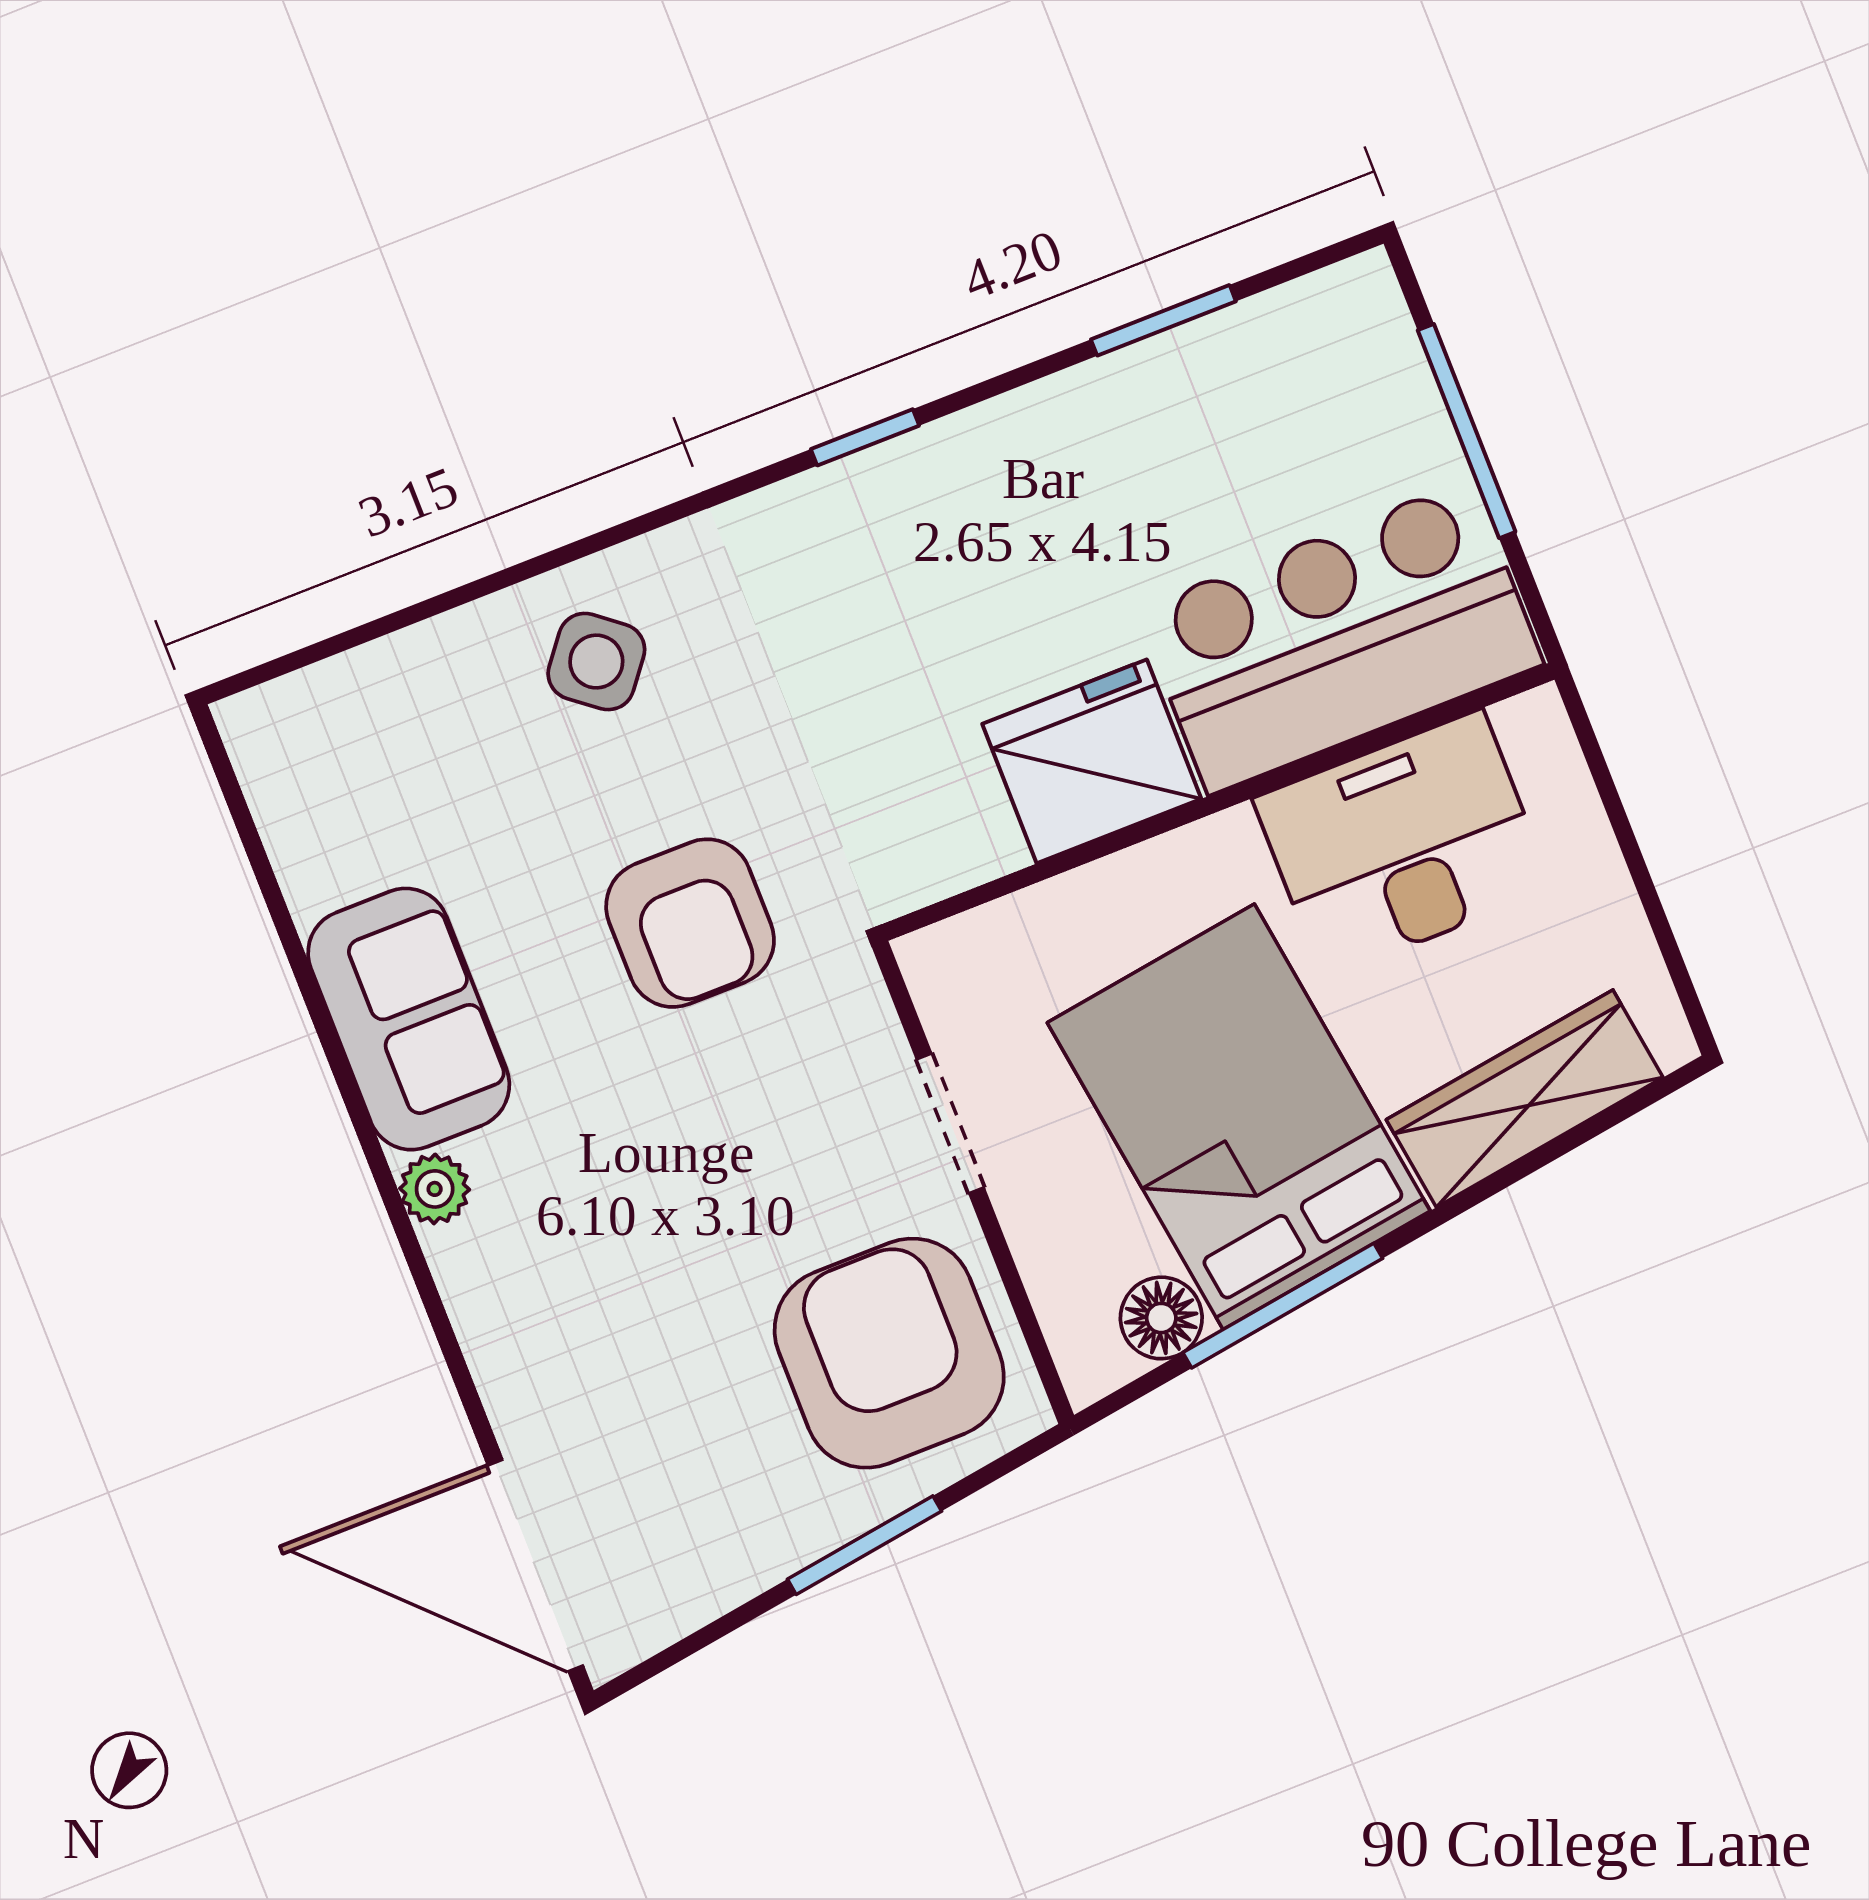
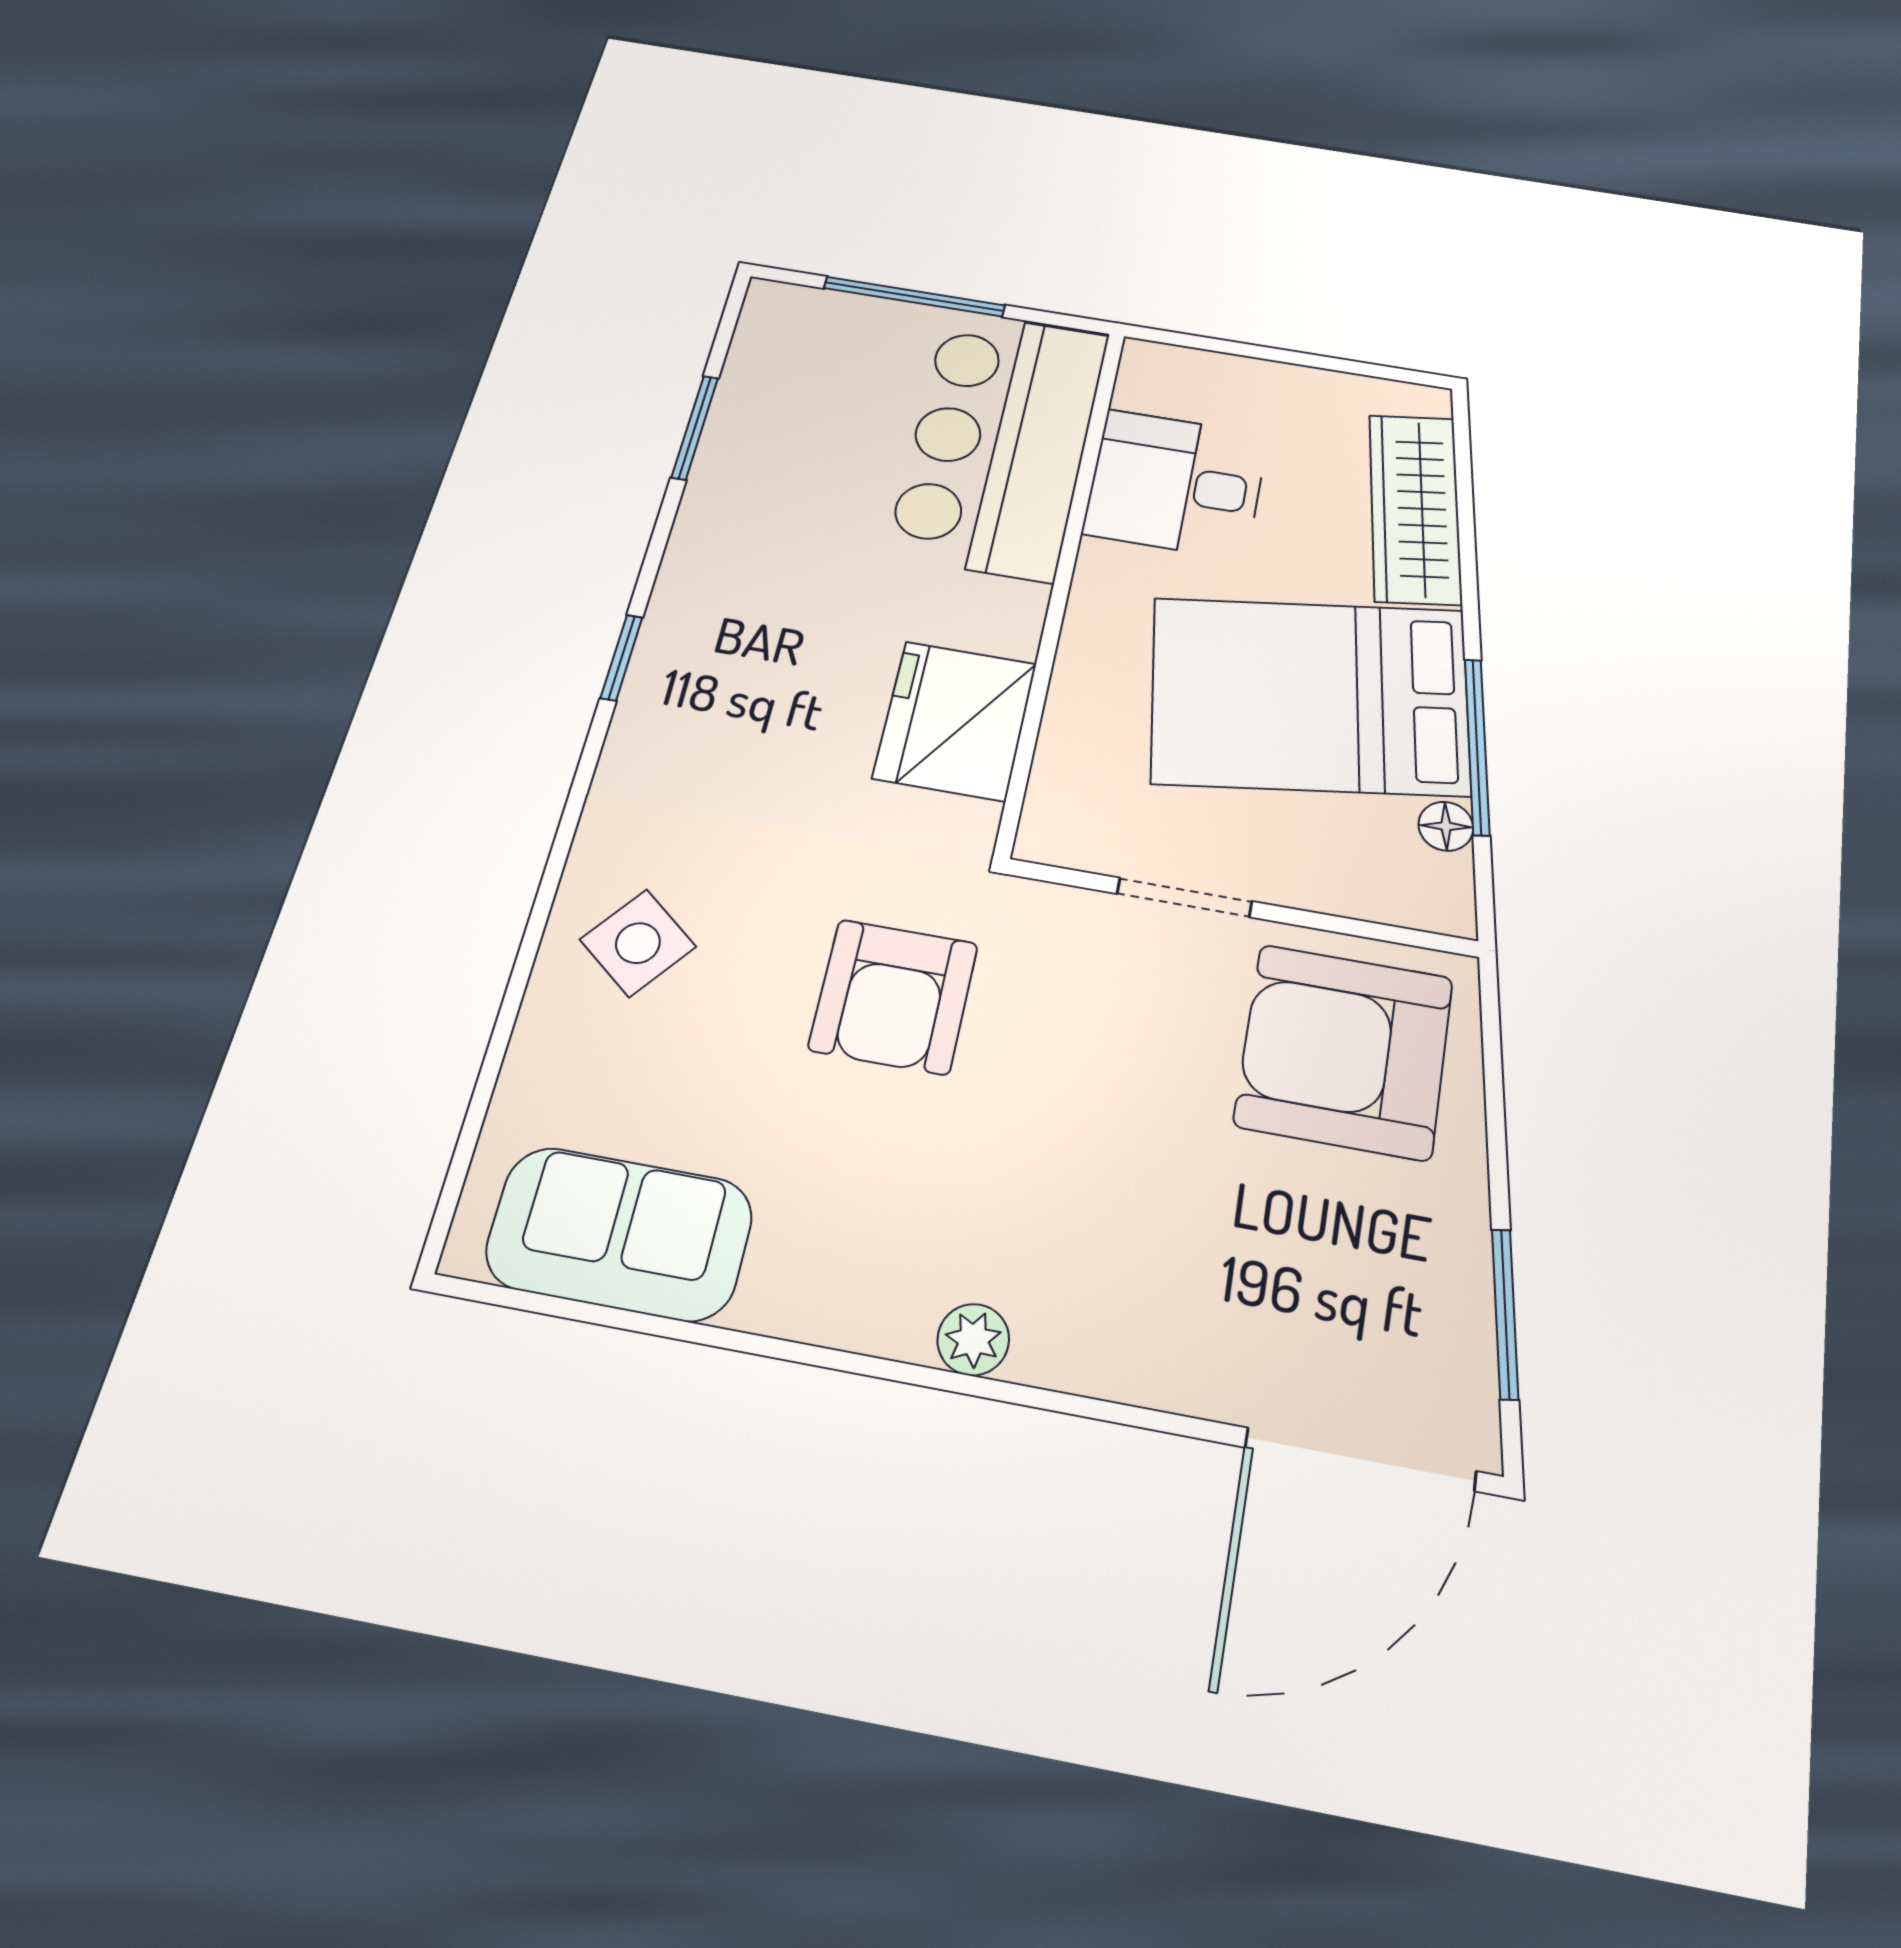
fridge: (1092, 761) -> (955, 721), moved
desk: (1403, 844) -> (1176, 484), width x0.73
armchair: (690, 923) -> (893, 996), turned 90
sofa: (409, 1019) -> (619, 1234), moved
floor lamp: (1161, 1318) -> (1446, 826), width x0.73, depth x0.73
window: (864, 1545) -> (1505, 1314), moved

